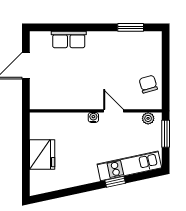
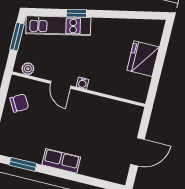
row of seats: (69, 39) -> (61, 161), moved
chair: (148, 84) -> (19, 103), turned -104
window: (166, 134) -> (17, 37), moved

